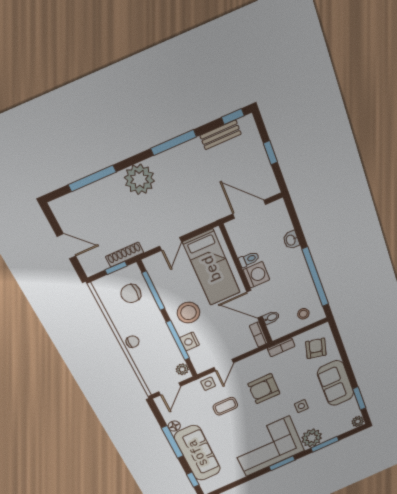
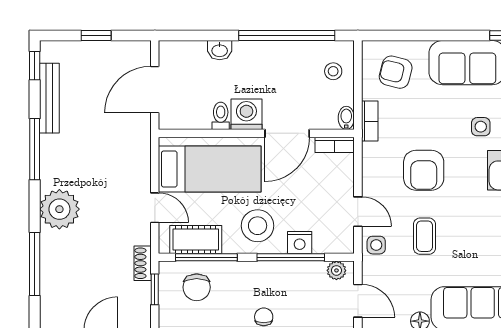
bench: (221, 135) -> (49, 98), width x1.36
shoe rack: (125, 255) -> (143, 263), width x0.70
cot: (162, 279) -> (196, 240), added
bidet: (271, 318) -> (346, 118), moved

